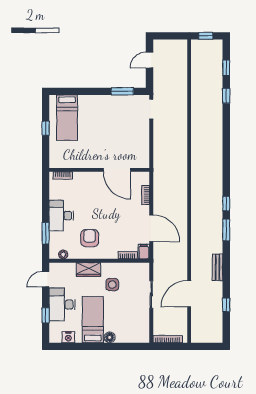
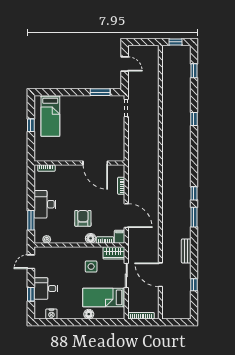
door: (149, 60) -> (125, 64), swing flipped
window: (226, 96) -> (194, 119), moved
armchair: (90, 238) -> (83, 218), moved
floor lamp: (112, 253) -> (91, 238), added
wardrobe: (88, 269) -> (114, 253), moved
door: (189, 294) -> (160, 275), hinge flipped
desk: (62, 304) -> (46, 289), width x0.73
bed: (93, 320) -> (104, 297), moved, turned -90

